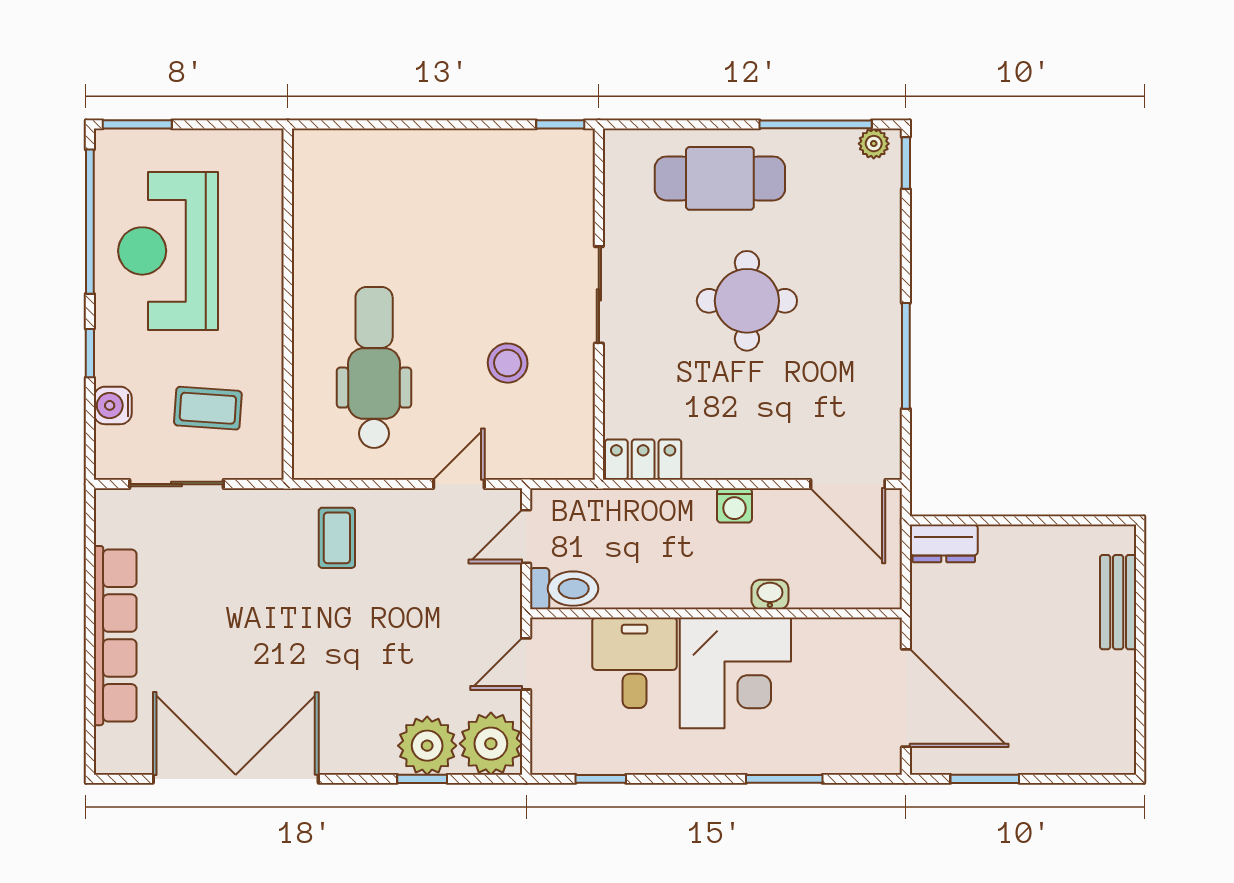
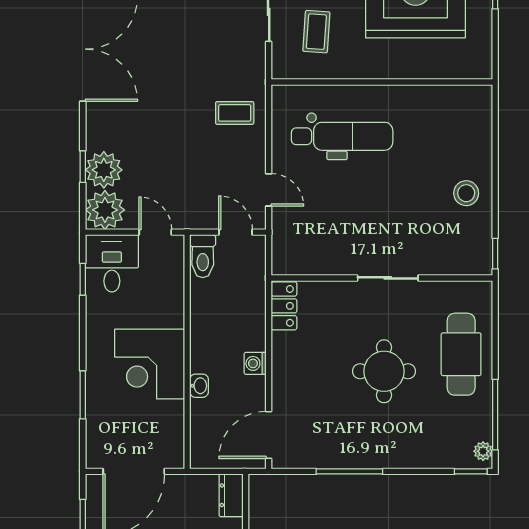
stool: (508, 363) -> (466, 193), moved
desk: (635, 663) -> (112, 263), moved, turned -90

